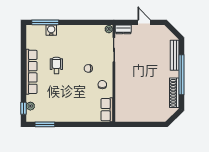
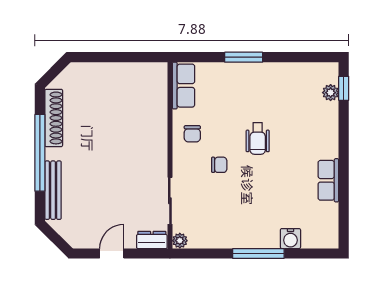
window: (45, 22) -> (258, 254), moved
door: (144, 22) -> (112, 254), swing flipped
wheelchair: (56, 65) -> (258, 138), moved
row of seats: (32, 72) -> (328, 180), width x0.50
window: (45, 124) -> (244, 57), moved

